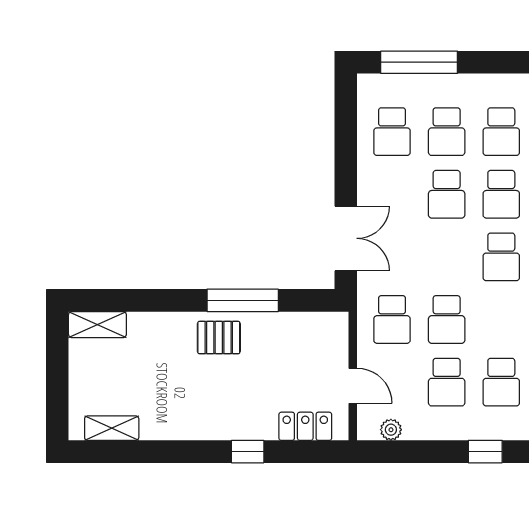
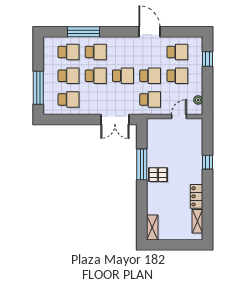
double door: (346, 238) -> (115, 120), swing flipped
school desk: (501, 257) -> (123, 76), moved
pallet: (219, 338) -> (158, 175), turned 90
locker: (305, 426) -> (197, 196), moved

